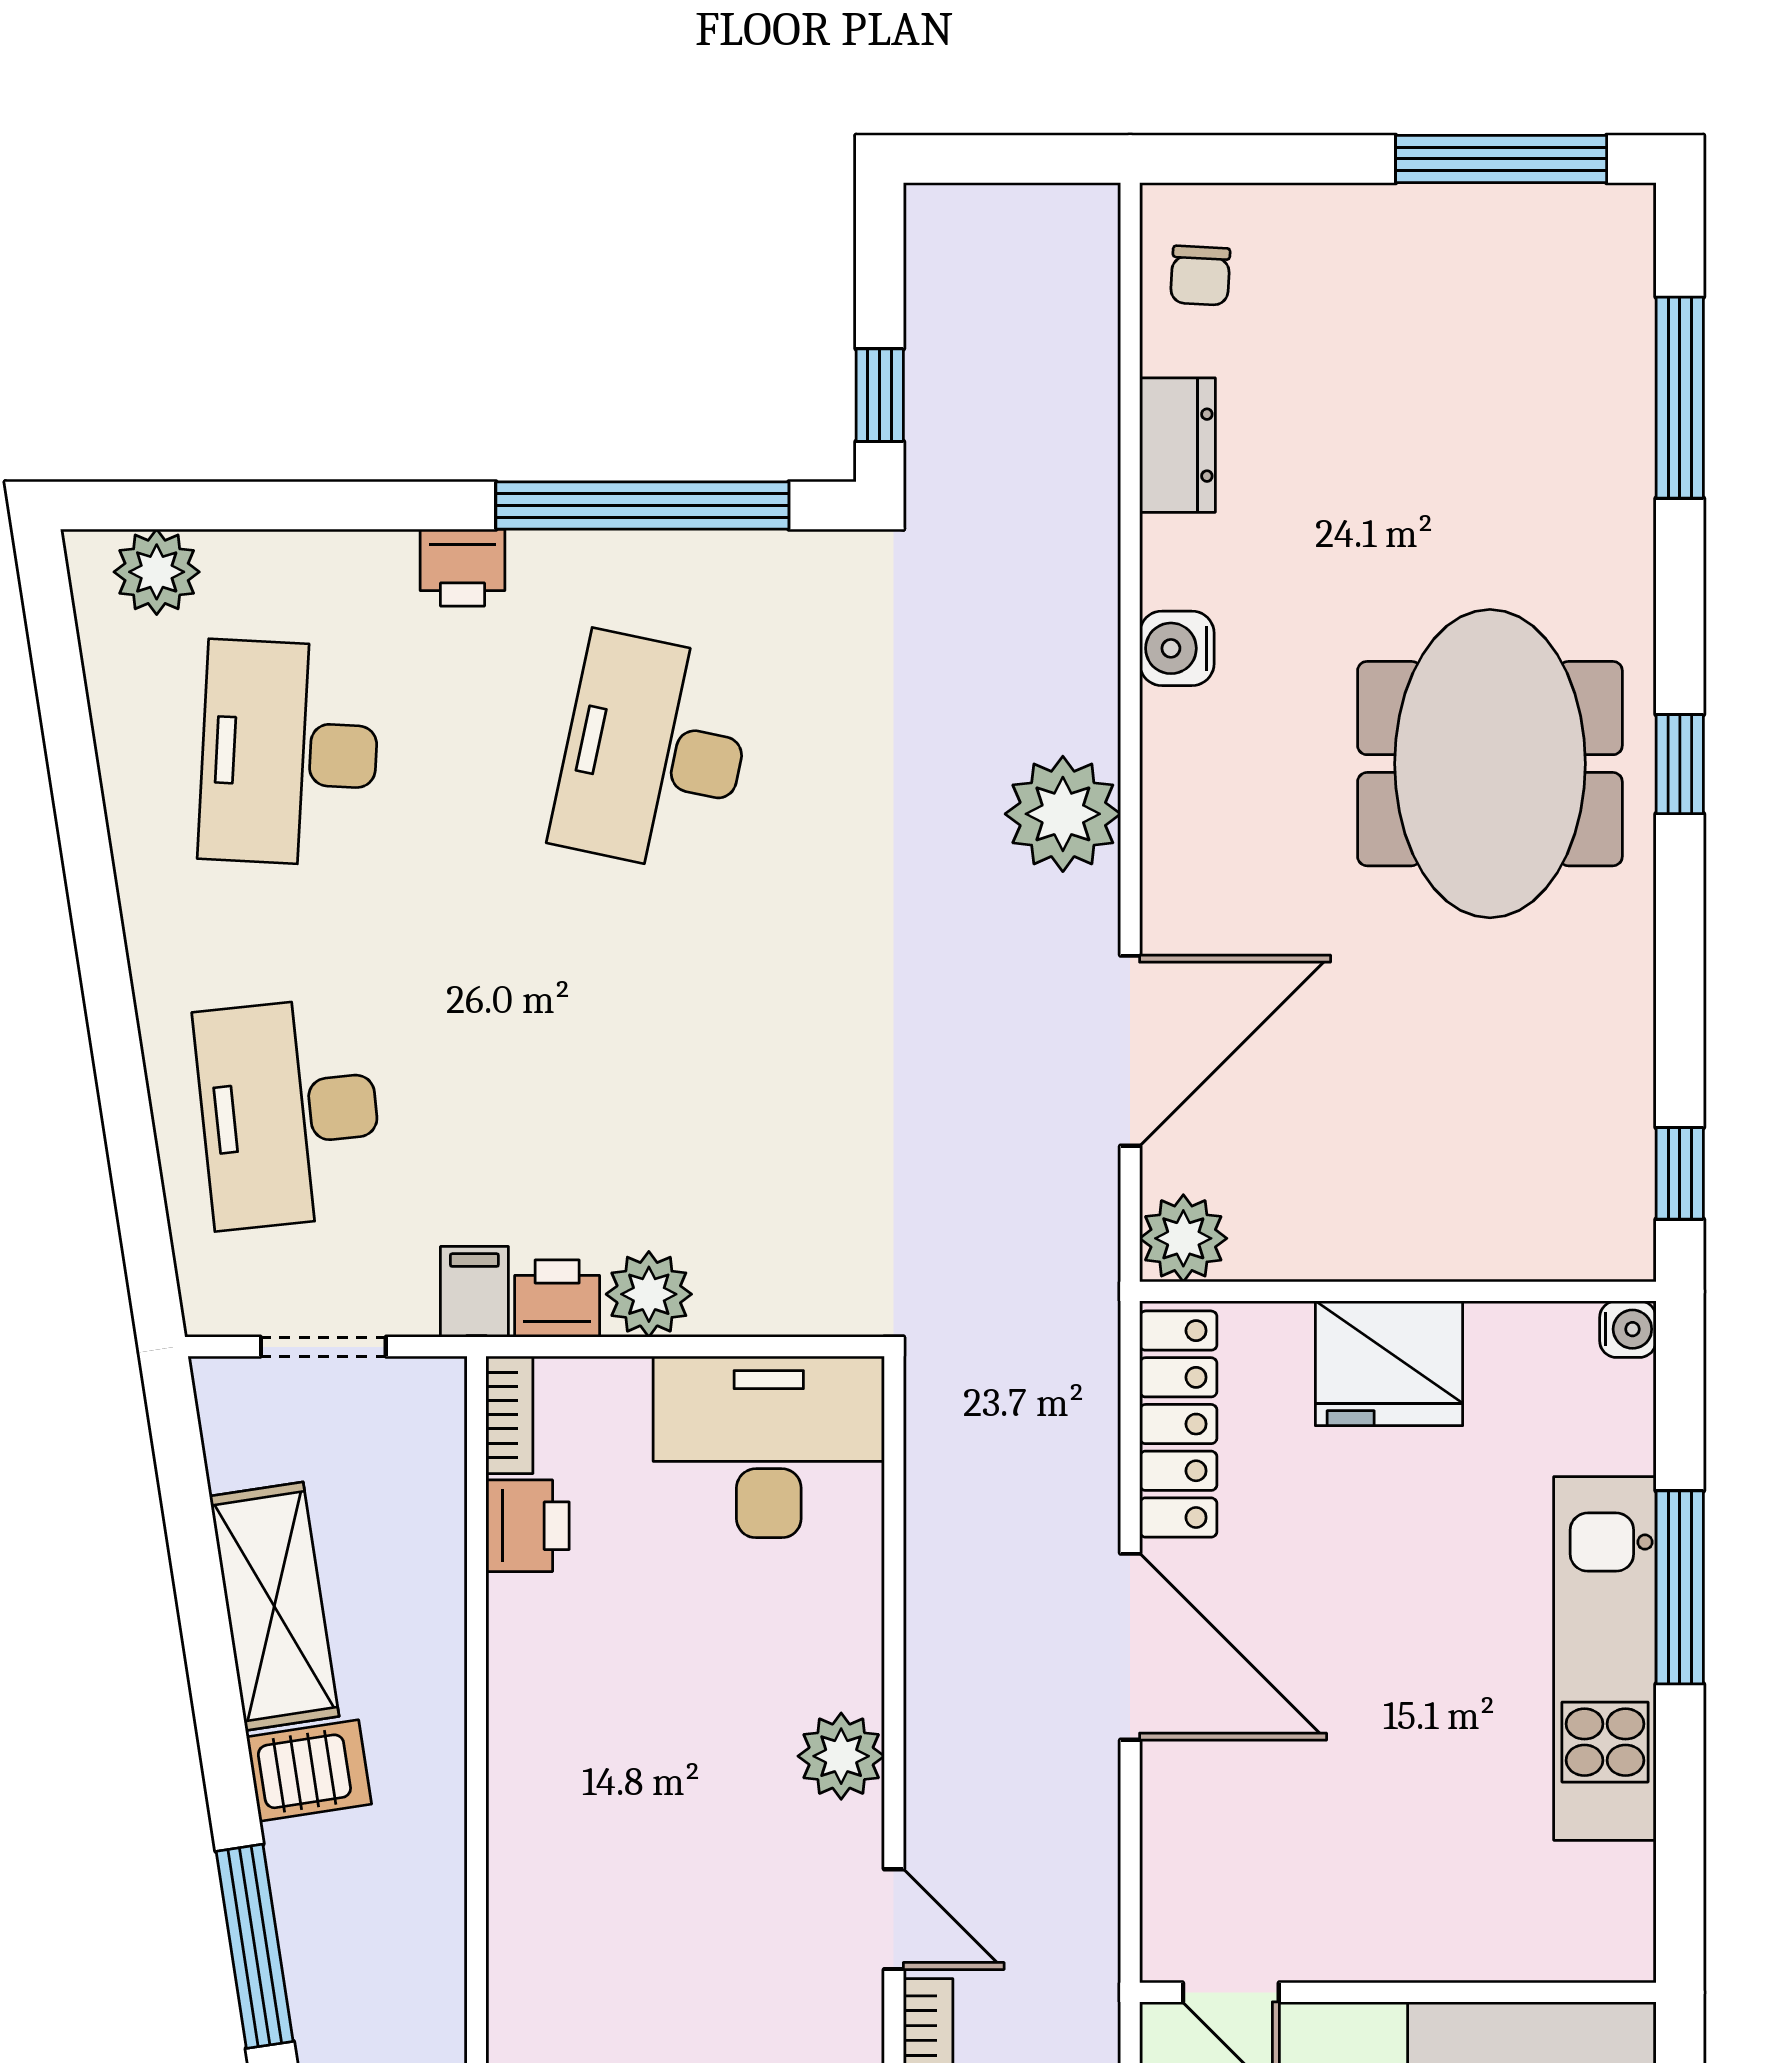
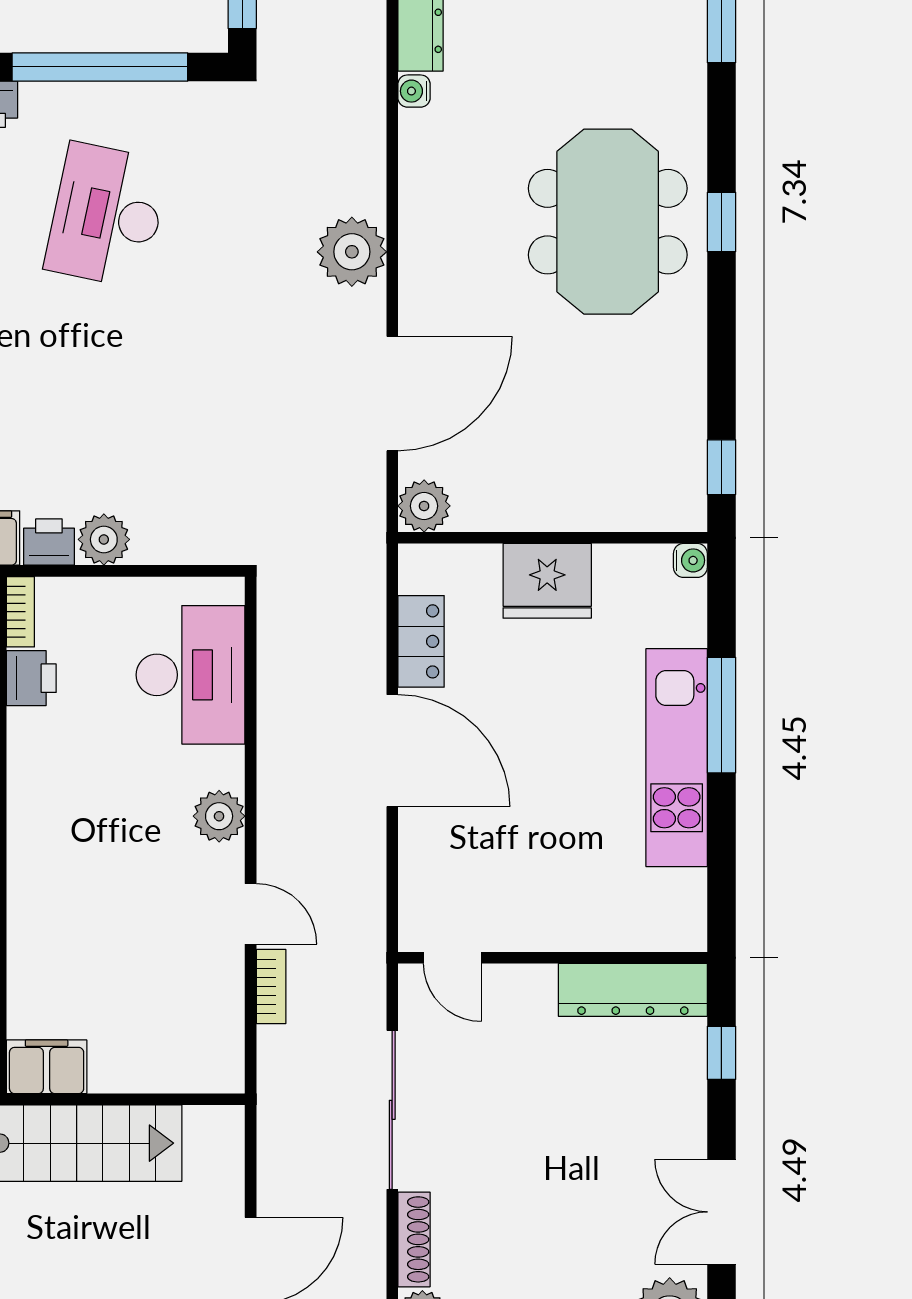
water cooler: (1177, 648) -> (414, 91), moved, width x0.72, depth x0.72
locker: (1178, 1424) -> (421, 641), width x0.66
desk: (769, 1447) -> (191, 675), moved, turned 90

